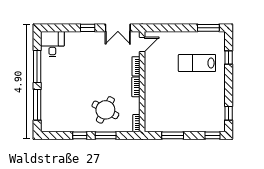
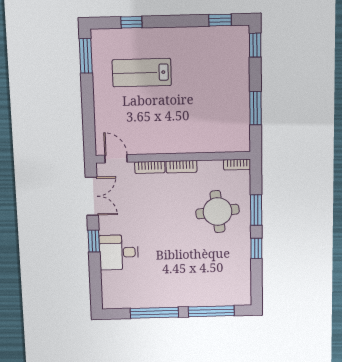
desk: (52, 44) -> (119, 252), moved
lab bench: (197, 63) -> (142, 73), turned 90
round table: (105, 110) -> (218, 212), turned -34

